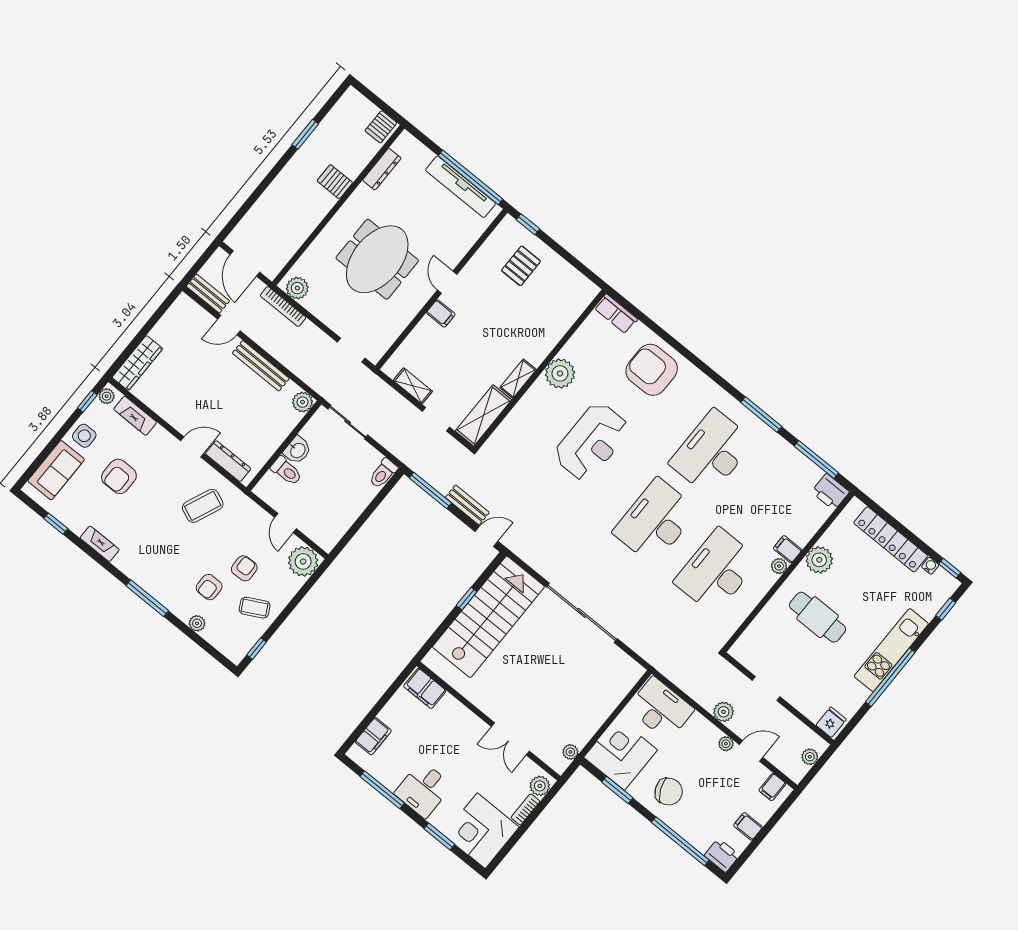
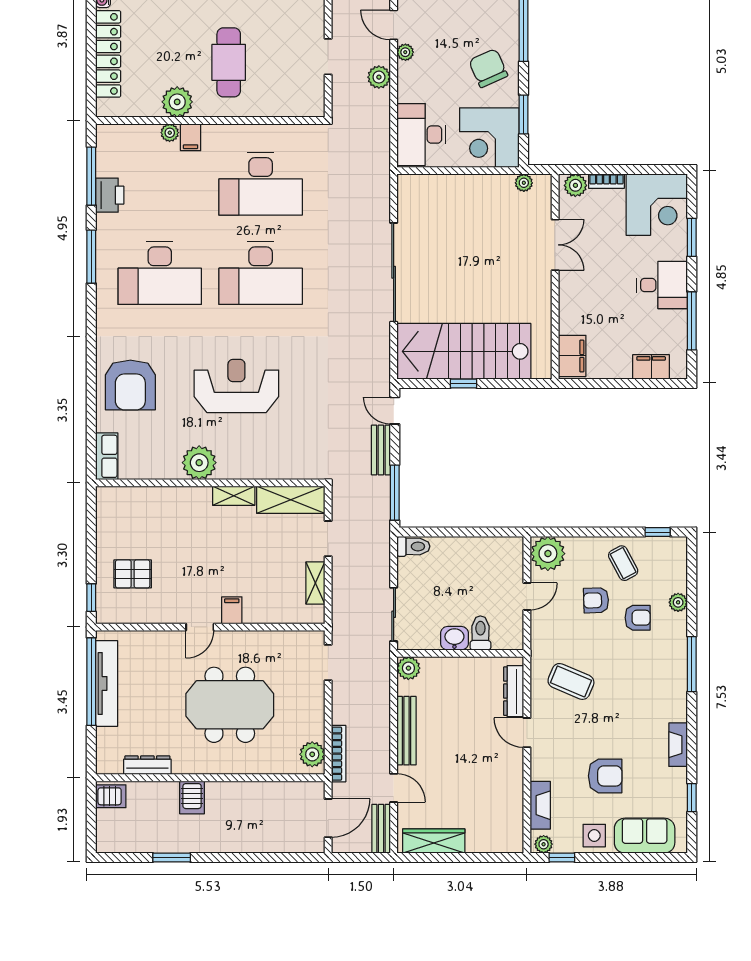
wardrobe: (137, 363) -> (434, 841), moved
printer: (830, 492) -> (110, 195), moved
plant: (779, 566) -> (170, 133), moved

